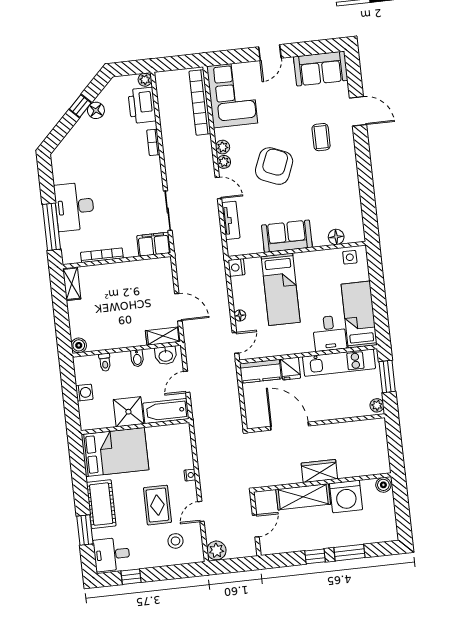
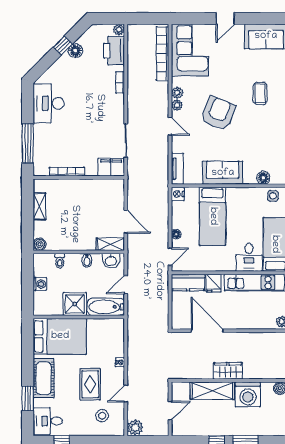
desk: (74, 207) -> (49, 103), moved
tv unit: (231, 220) -> (177, 169), moved
shelving: (72, 284) -> (39, 206), moved

